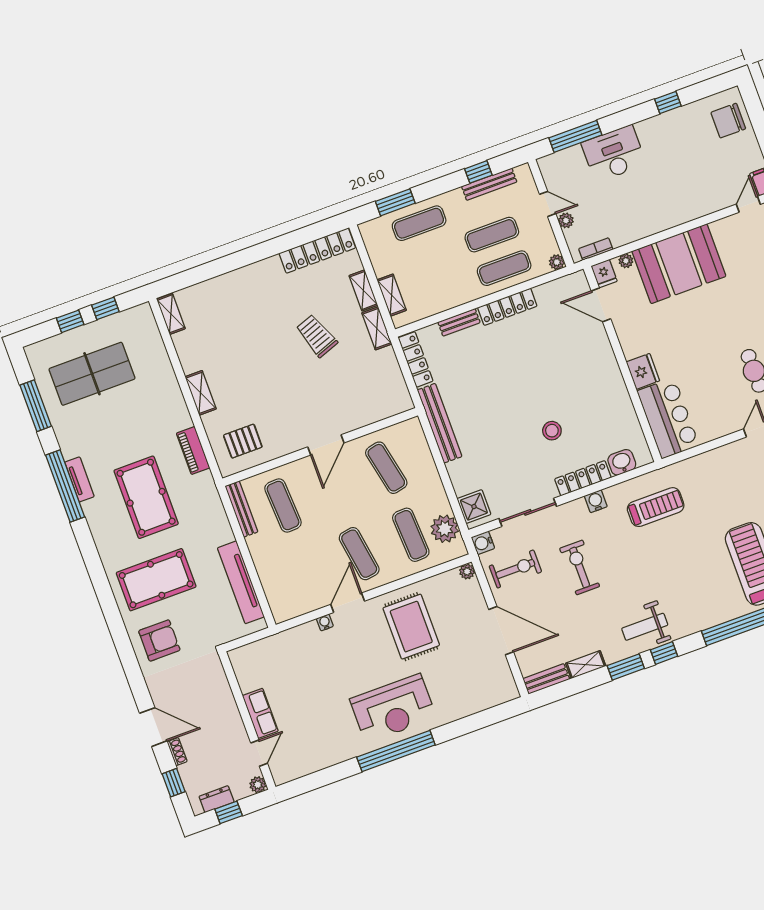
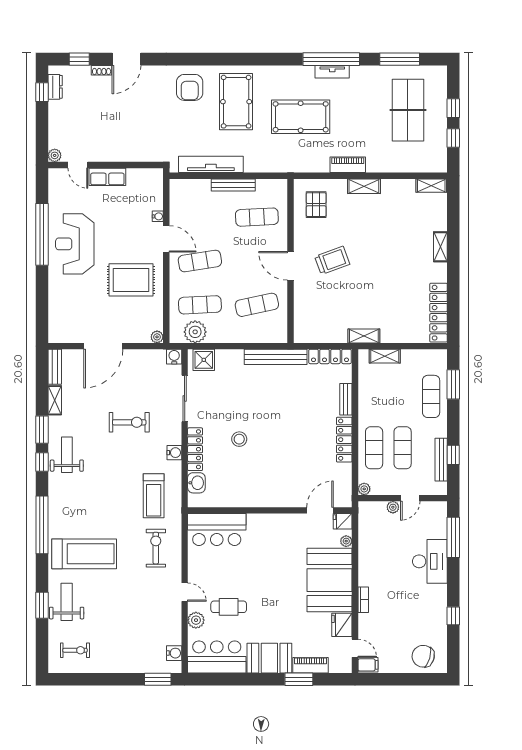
chair: (728, 121) -> (423, 656), turned -74
bookcase: (596, 249) -> (363, 600), moved
shelving: (363, 290) -> (440, 247), moved, turned 90
trolley: (317, 336) -> (332, 260), moved
fridge: (643, 371) -> (342, 625), moved, turned 90
piano: (193, 450) -> (348, 165), moved
bench: (241, 509) -> (233, 185), moved
exercise bike: (515, 569) -> (156, 548), moved, turned 180
row of seats: (260, 713) -> (107, 177), moved
wall: (247, 721) -> (106, 165), moved
door: (259, 753) -> (78, 165), moved
plant: (258, 785) -> (55, 155), moved

